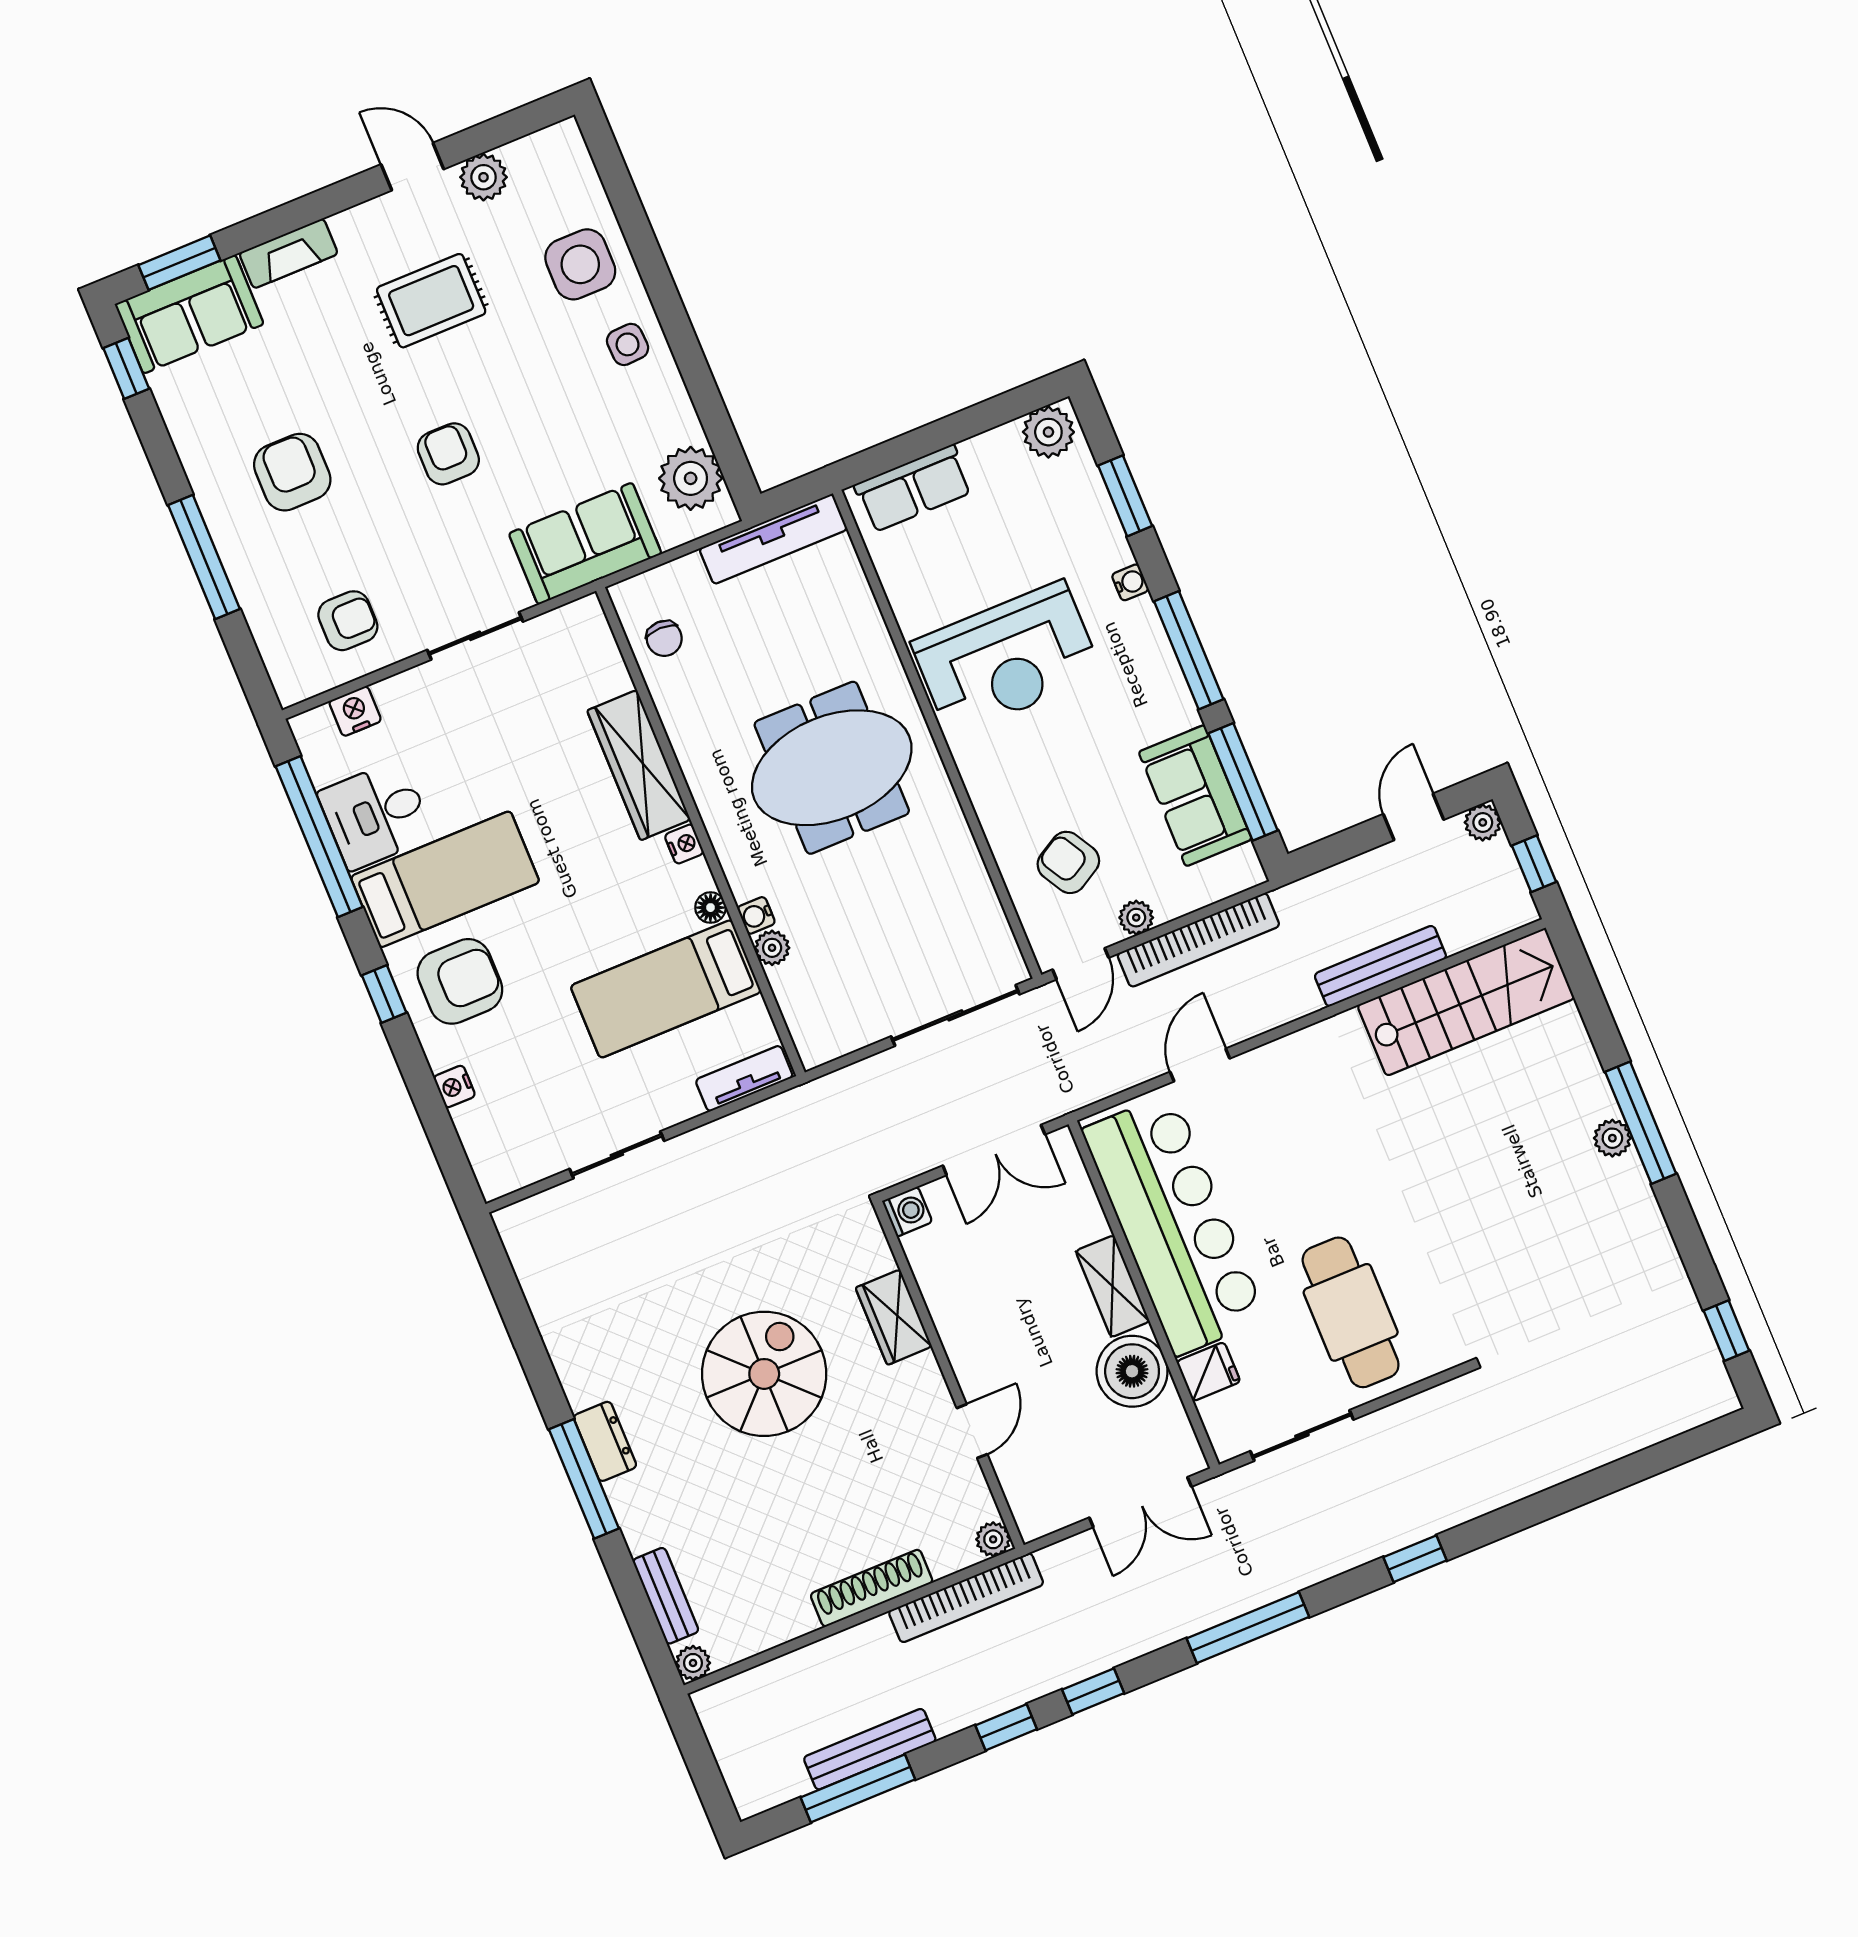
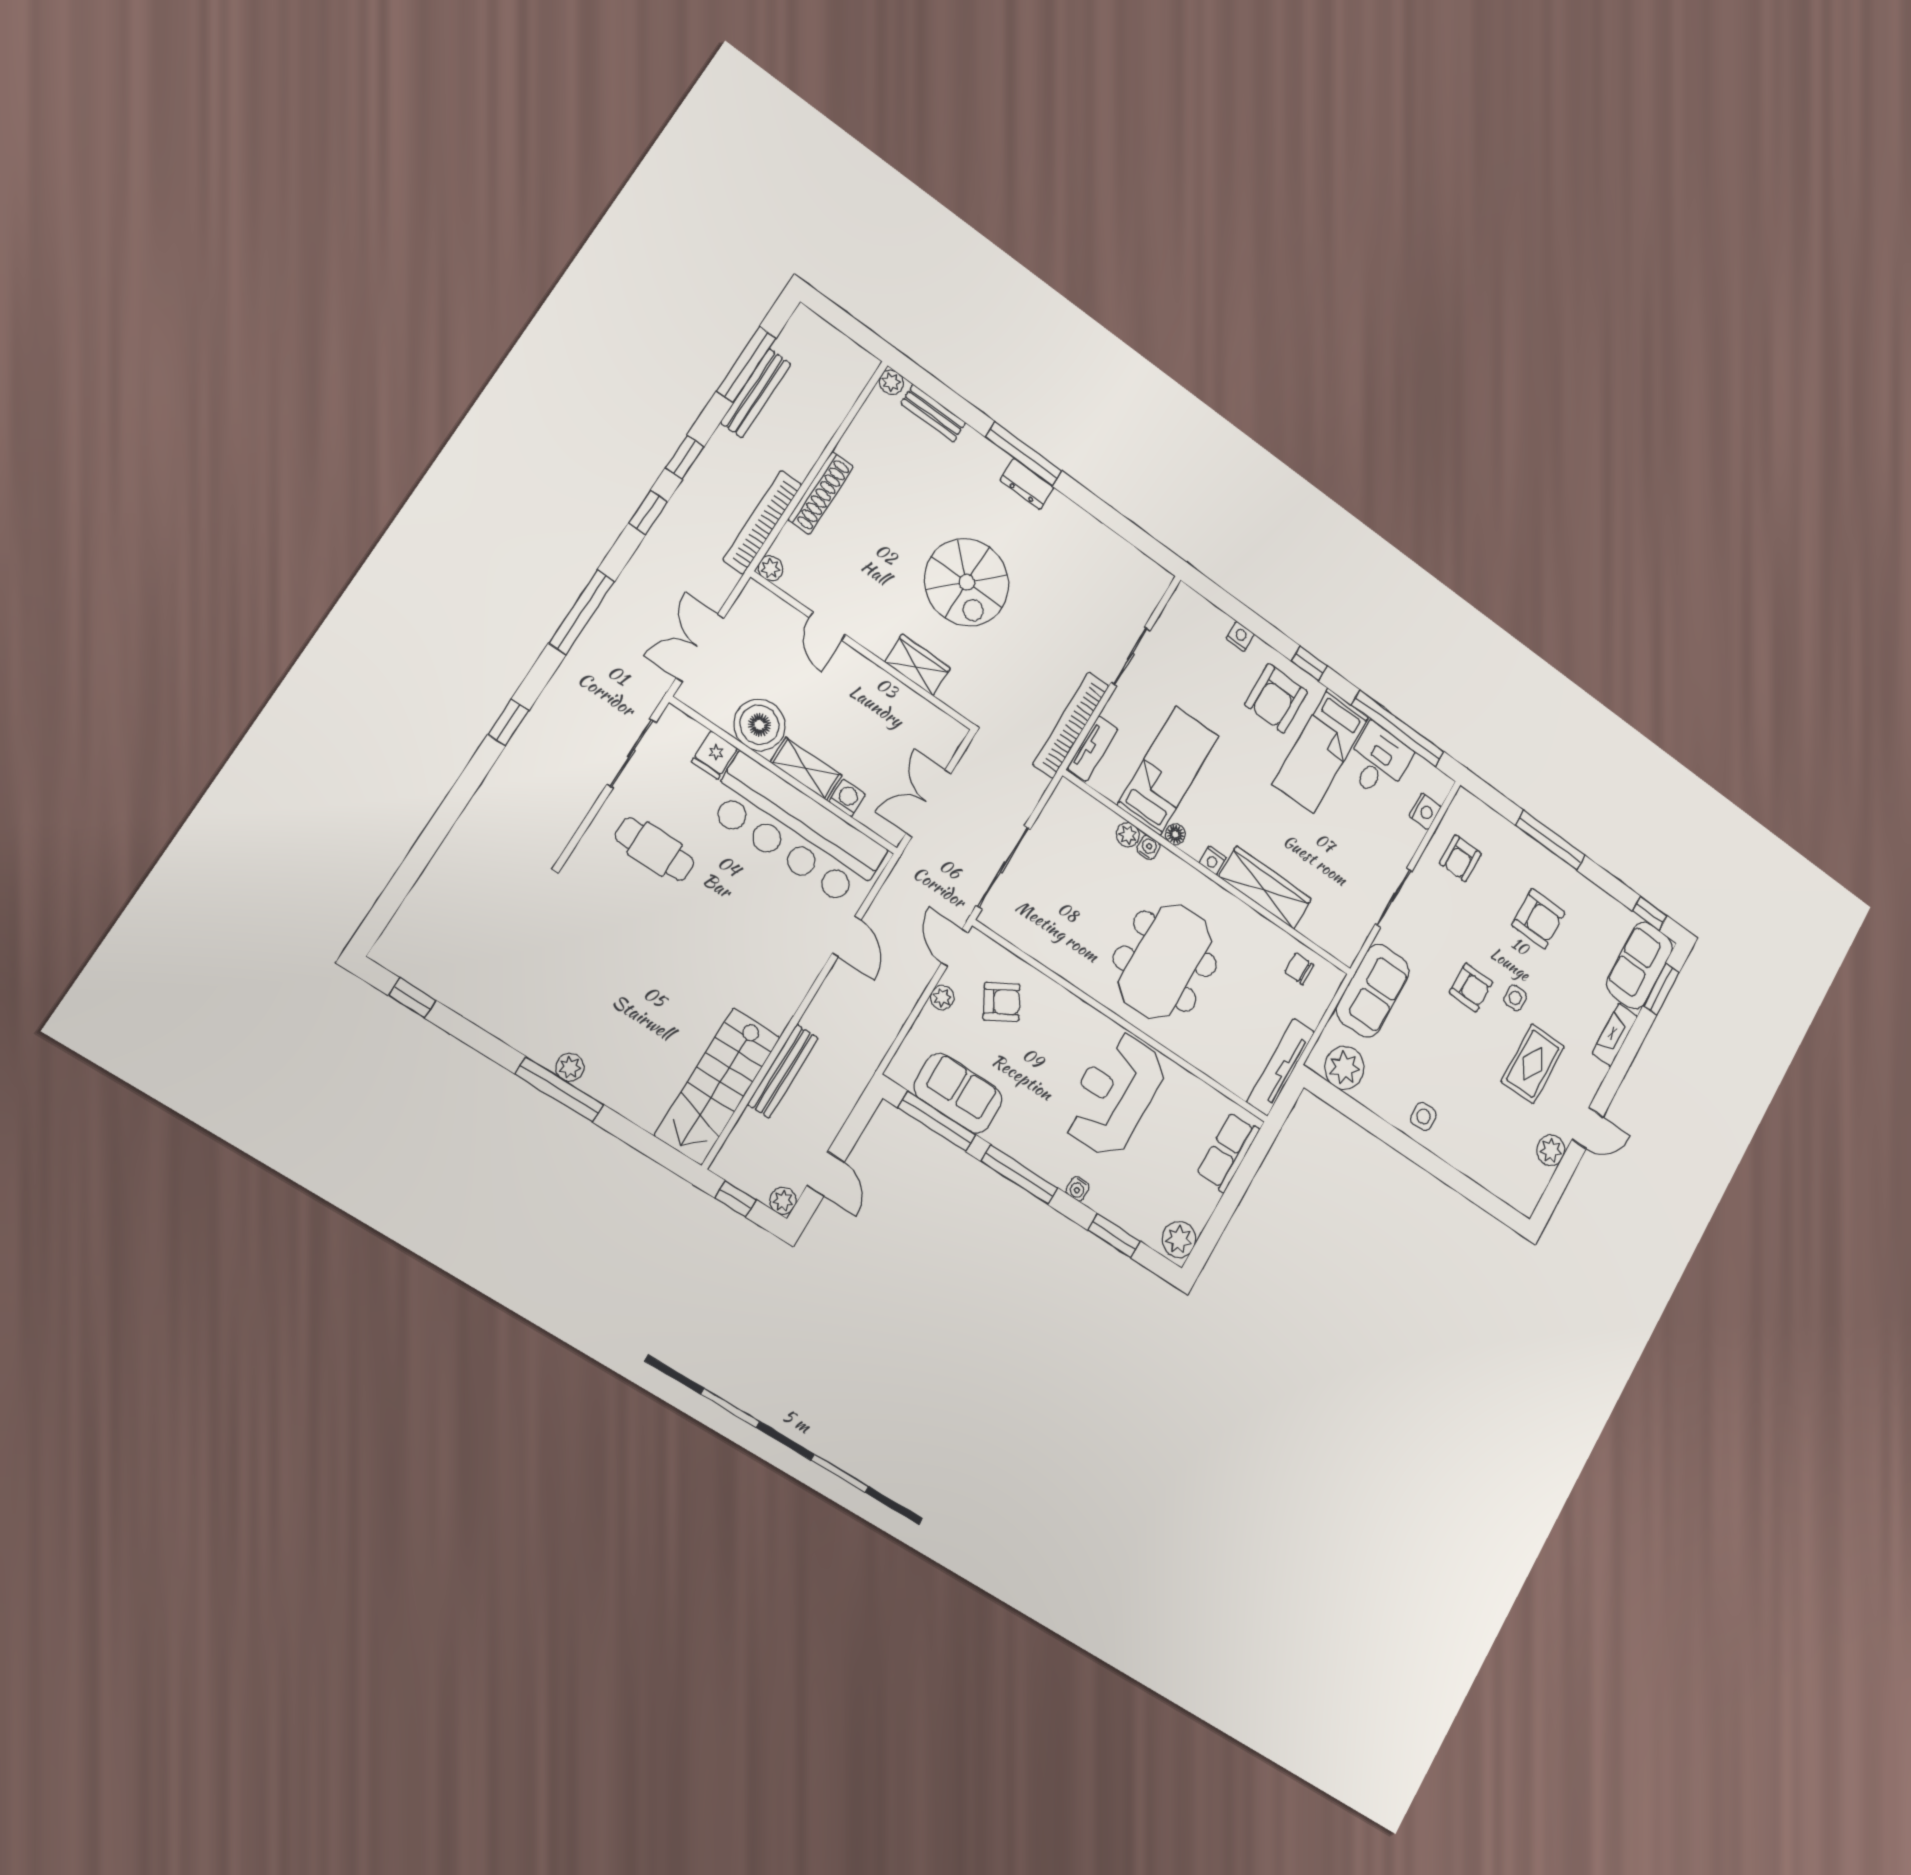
side table: (580, 264) -> (1515, 998), moved, width x0.54, depth x0.54
bookcase: (1198, 940) -> (1071, 725), moved
washing machine: (907, 1212) -> (847, 798), moved, turned 180
cafe table: (1351, 1312) -> (655, 849), width x0.73, depth x0.74

